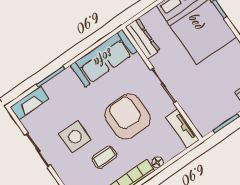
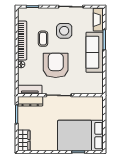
dresser: (143, 39) -> (30, 101), moved
sofa: (104, 58) -> (95, 52), moved
armchair: (128, 117) -> (56, 65), turned -90

